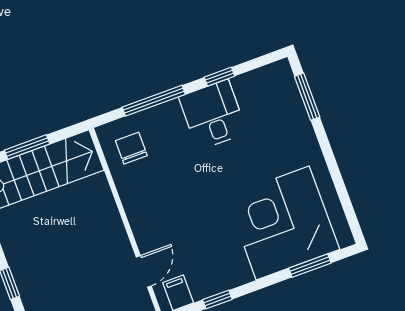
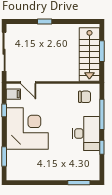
desk: (213, 115) -> (86, 133), width x1.37
corner desk: (283, 223) -> (27, 129), moved

